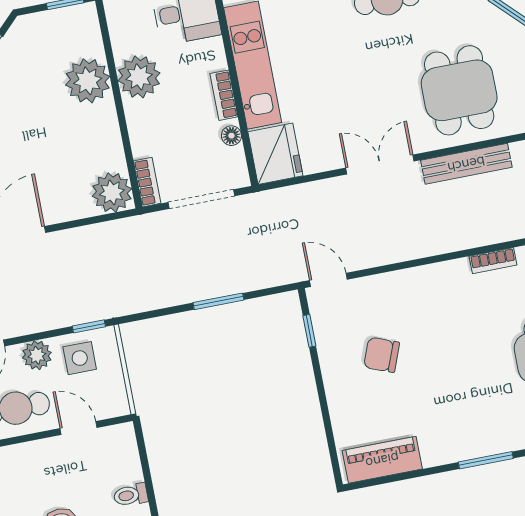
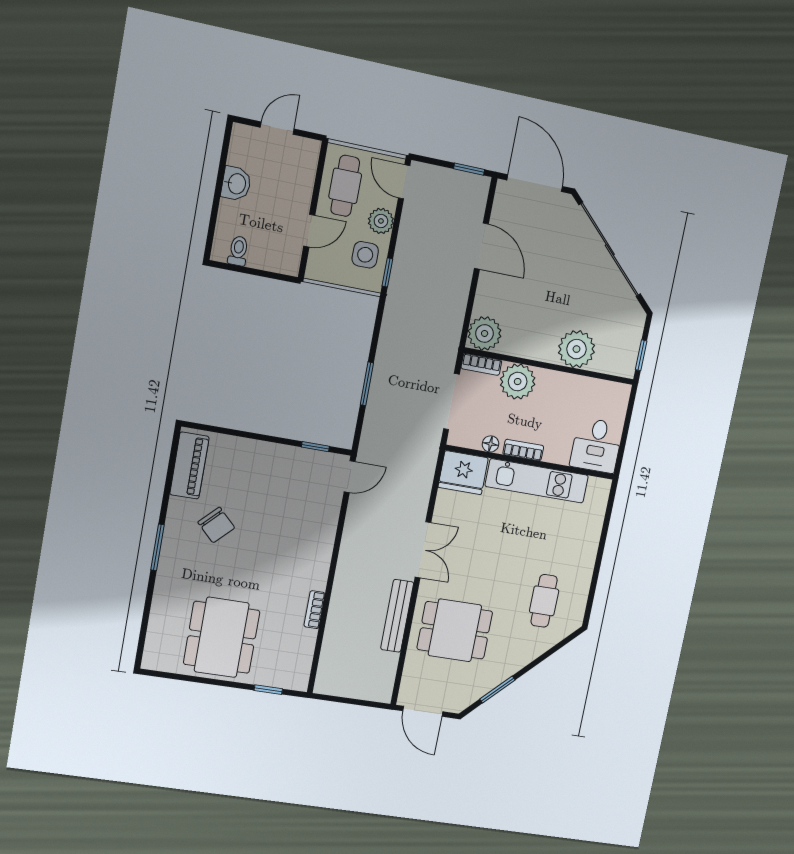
plant: (139, 77) -> (518, 382), moved
chair: (382, 355) -> (216, 525), moved, turned 114

